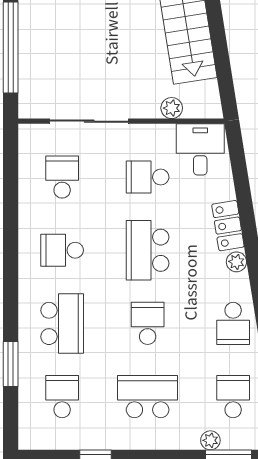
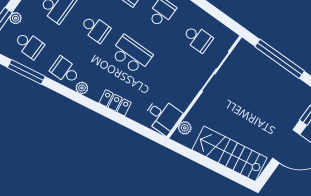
plant: (172, 108) -> (185, 128), moved
school desk: (148, 177) -> (167, 80), removed
plant: (236, 262) -> (82, 88), moved

